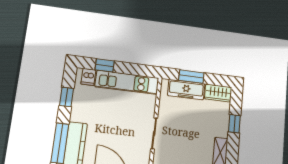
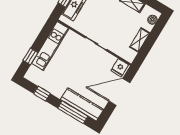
dishwasher: (88, 77) -> (34, 72), removed

